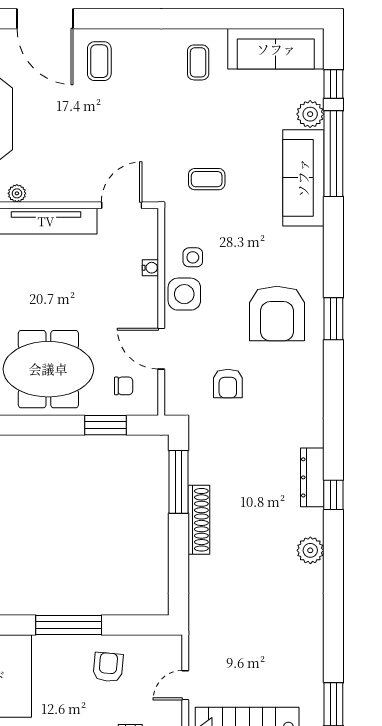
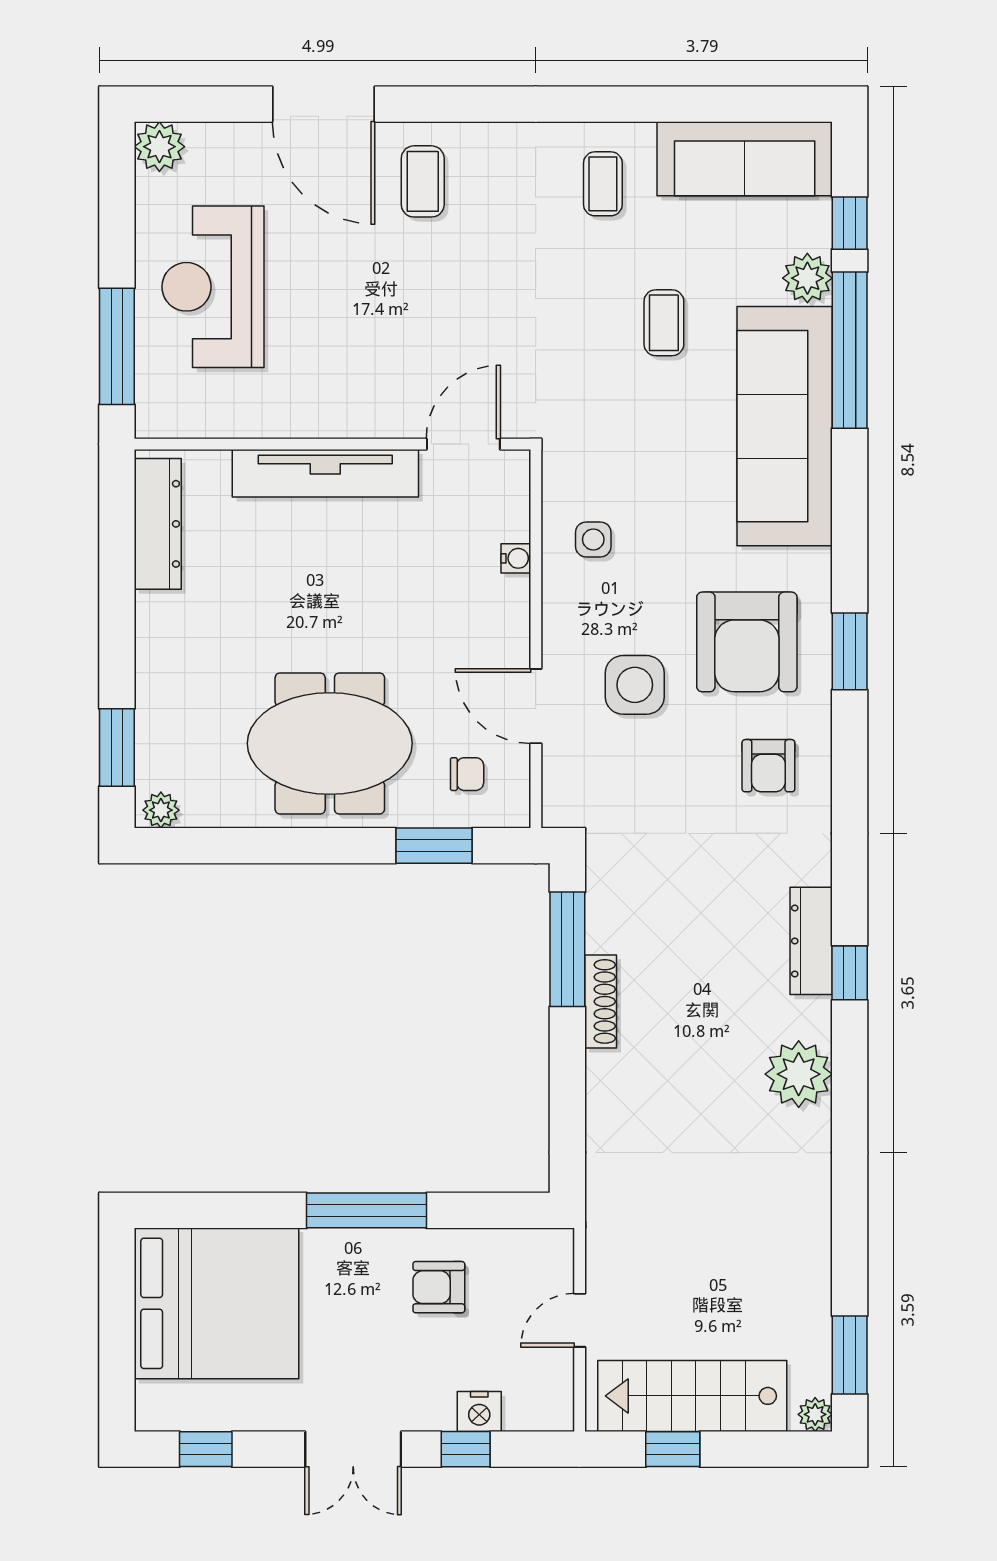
sofa: (303, 178) -> (785, 426), width x1.36, depth x1.27
coffee table: (207, 179) -> (664, 323), moved, turned 90
plant: (17, 193) -> (272, 423), removed
side table: (184, 294) -> (635, 685), moved
armchair: (228, 384) -> (768, 766), moved
shoe rack: (199, 520) -> (601, 1001), width x0.74, depth x0.81
plant: (310, 550) -> (799, 1074), width x1.36, depth x1.36
armchair: (108, 667) -> (439, 1287), turned -95

